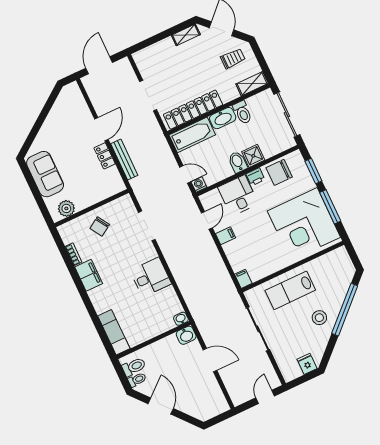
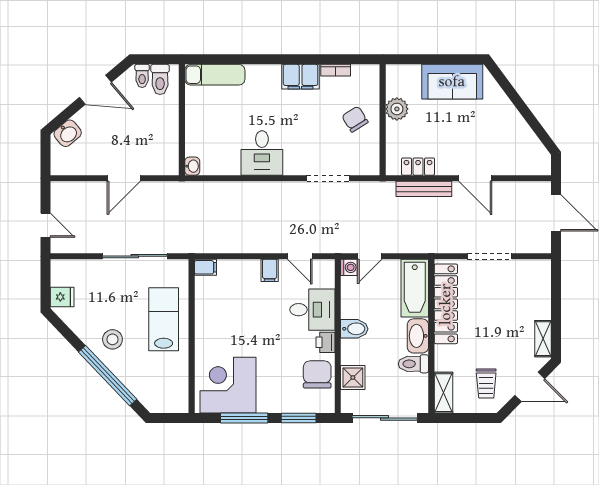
locker: (105, 156) -> (418, 167), moved
shower: (253, 156) -> (353, 378), moved
plant: (66, 208) -> (397, 109), moved
corner desk: (304, 224) -> (228, 385), width x0.74, depth x0.74
washbasin: (186, 335) -> (68, 133), moved, turned -130

